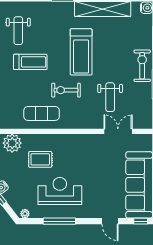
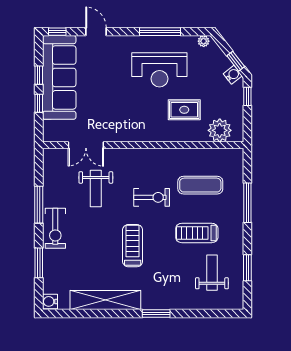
treadmill: (81, 52) -> (133, 246), width x0.73, depth x0.73
weight bench: (110, 97) -> (96, 188), turned 180
exercise mat: (42, 113) -> (200, 185), moved

